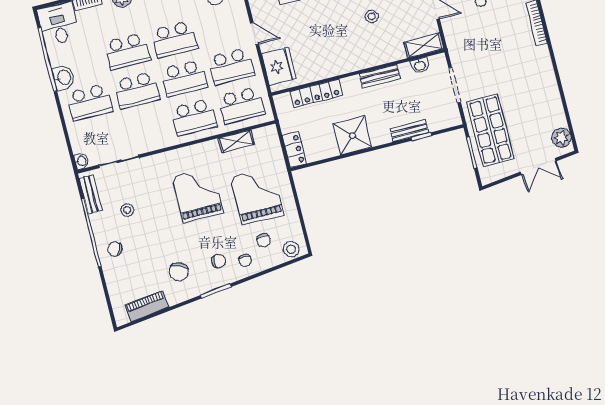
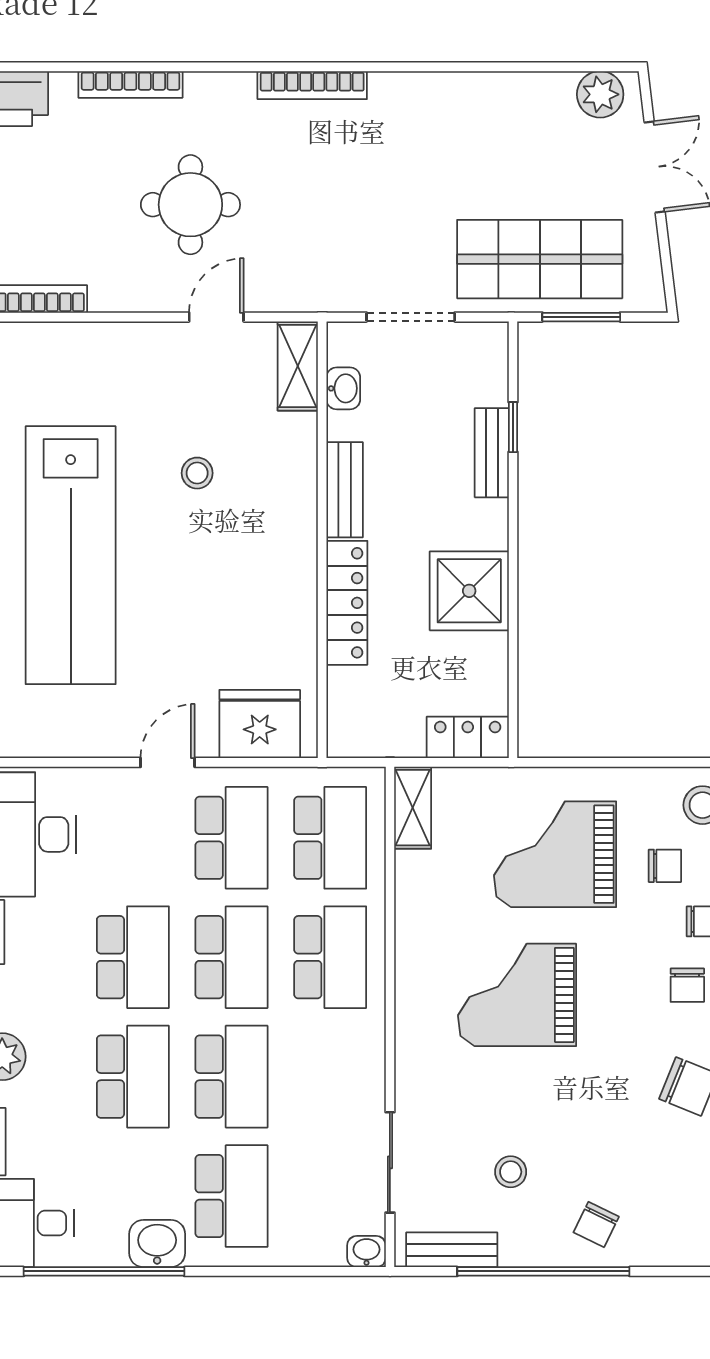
locker: (316, 93) -> (347, 603), moved
shelving: (236, 141) -> (413, 808), moved
chair: (219, 261) -> (687, 985), turned 180

